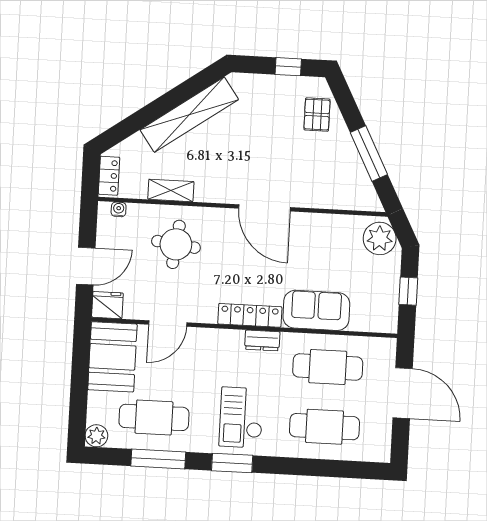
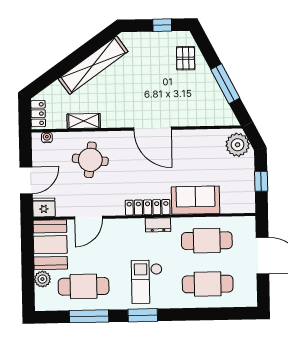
plant: (96, 436) -> (42, 279), moved

